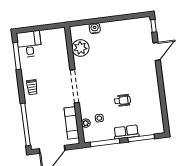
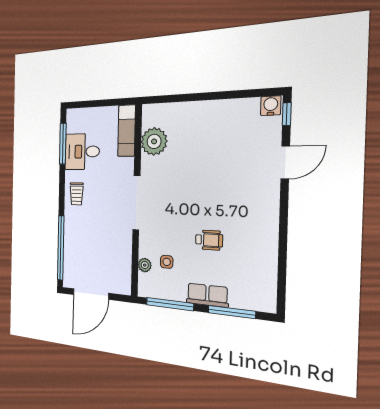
water cooler: (95, 28) -> (271, 106), moved
desk: (29, 44) -> (82, 152), moved, turned -90
exam couch: (72, 123) -> (127, 131), moved

